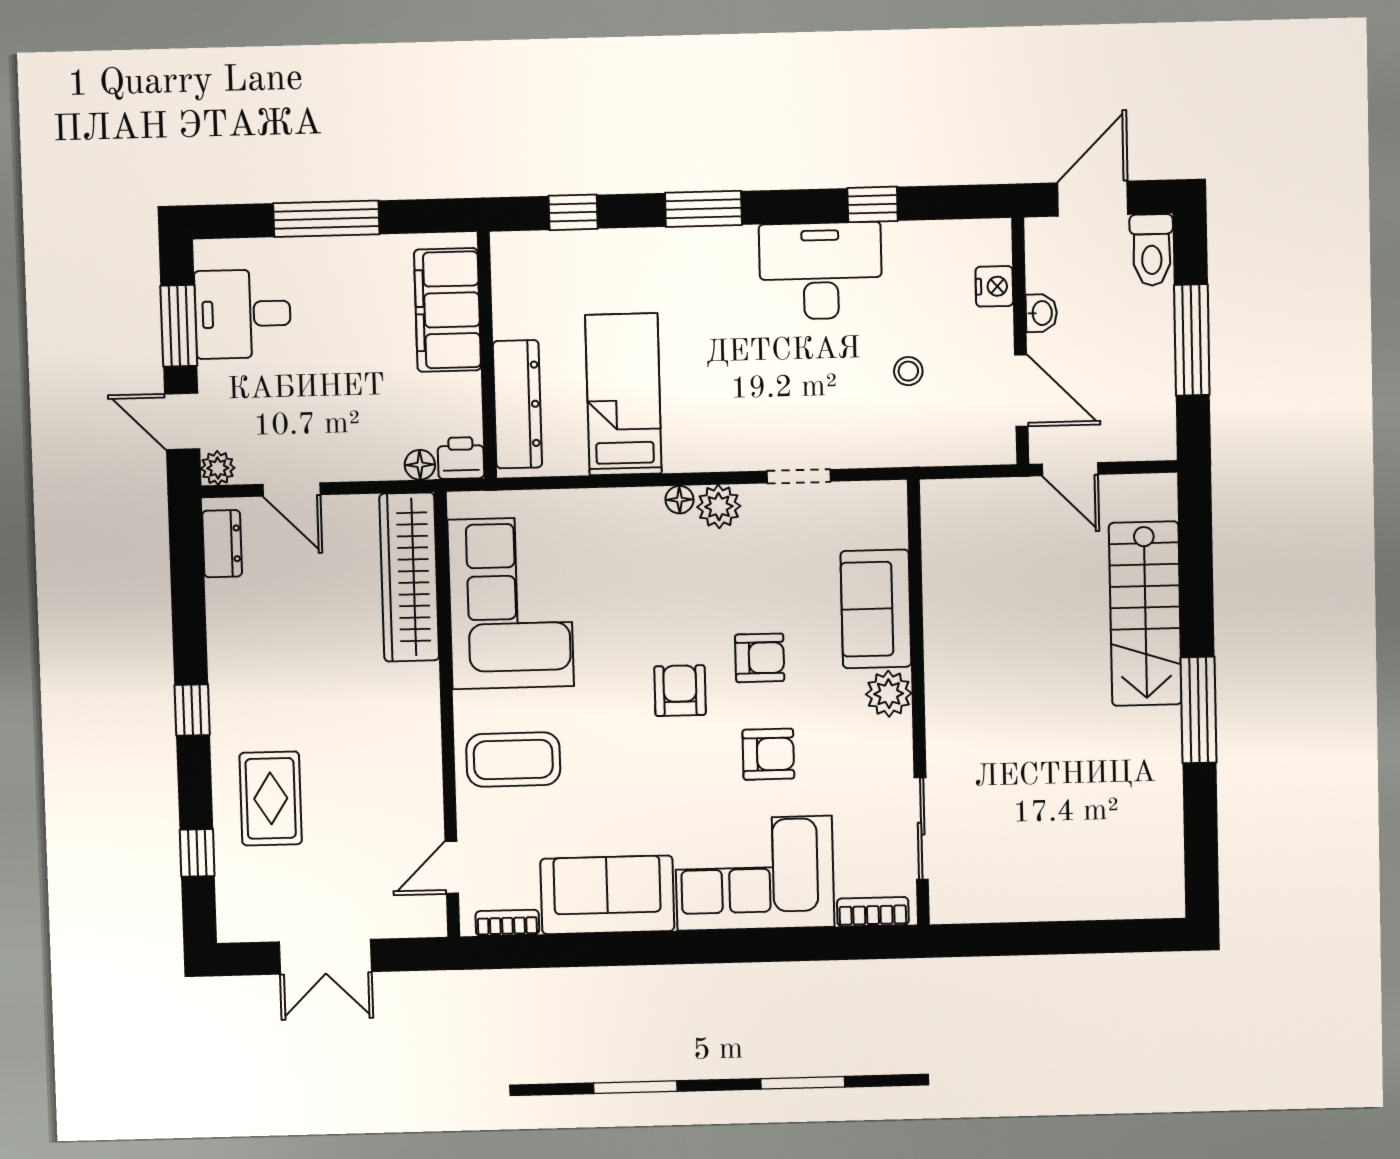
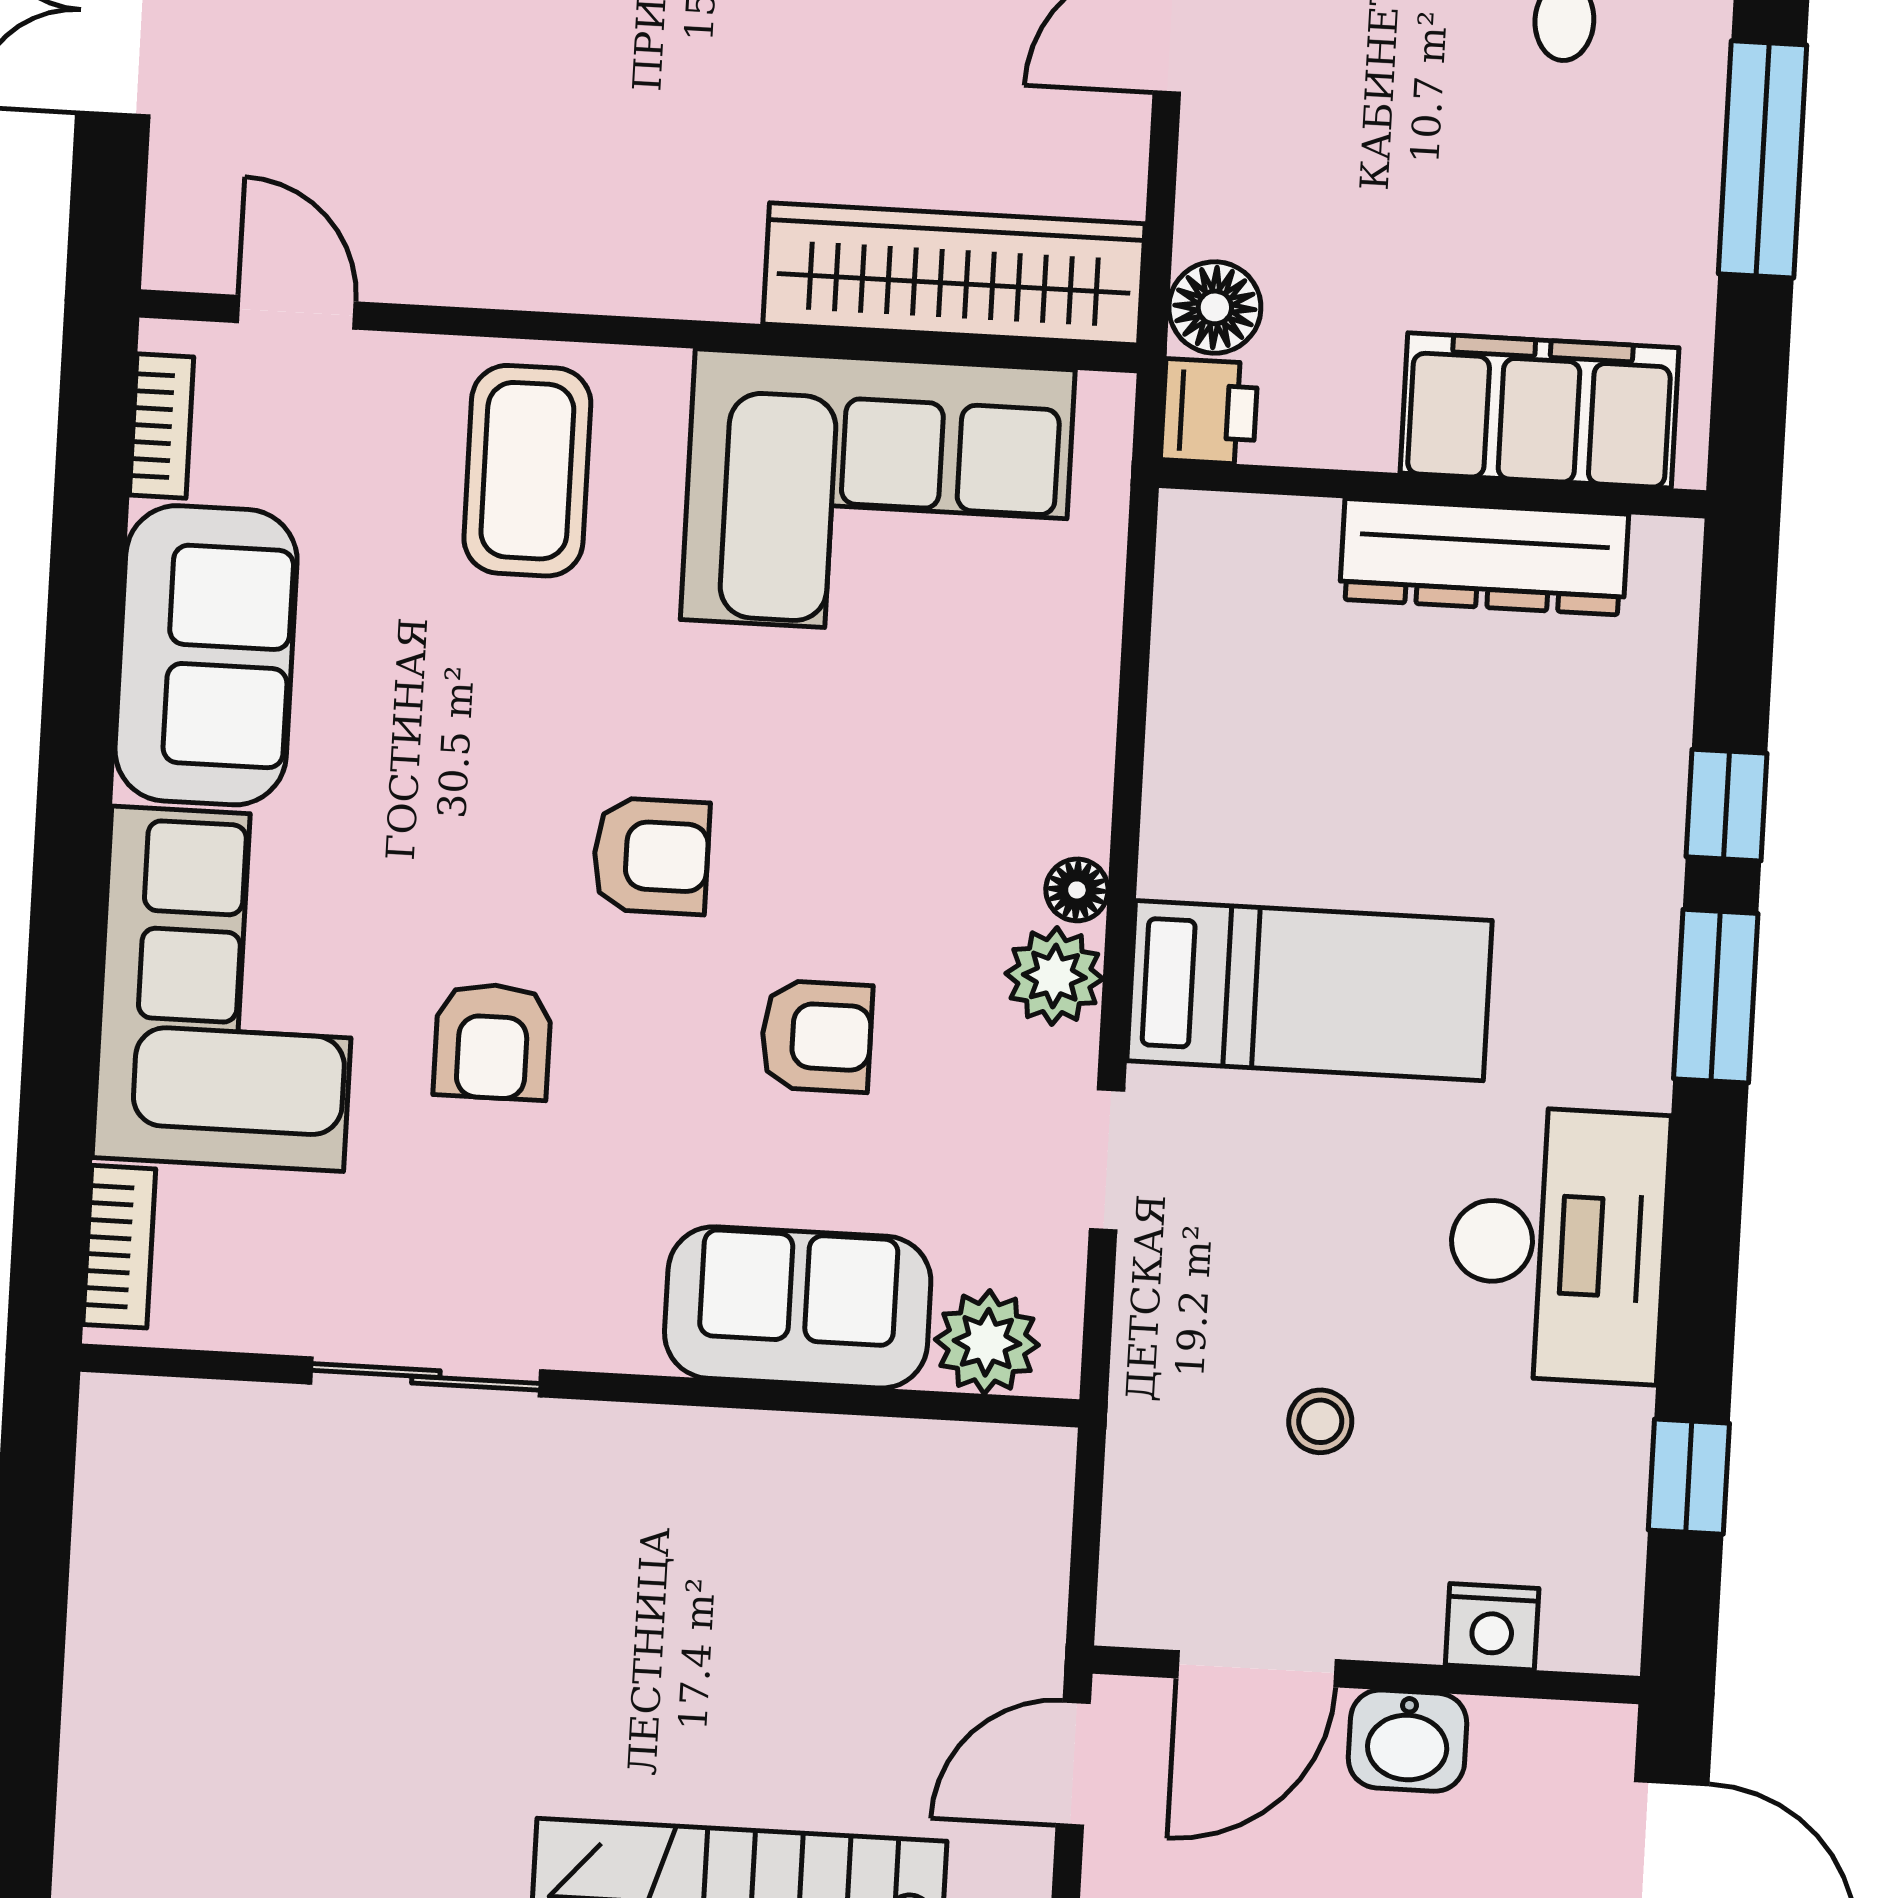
window: (873, 204) -> (1689, 1477), moved
window: (573, 212) -> (1726, 805), moved
washbasin: (1041, 313) -> (1408, 1741), width x1.38, depth x1.45
bed: (623, 394) -> (1309, 991), moved
dresser: (517, 404) -> (1484, 557), moved
floor lamp: (420, 465) -> (1215, 307), width x1.37, depth x1.37
armchair: (760, 658) -> (816, 1036), moved, turned -90
plant: (889, 694) -> (987, 1342), moved
sliding door: (921, 829) -> (426, 1377), moved

